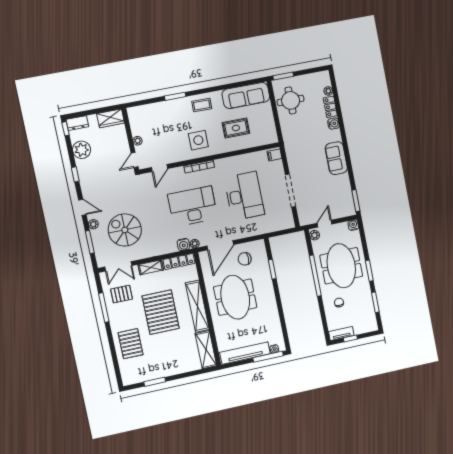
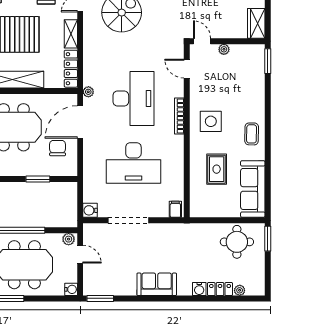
window: (175, 96) -> (268, 61), moved
water cooler: (183, 244) -> (90, 210), moved
door: (220, 245) -> (80, 122), hinge flipped

